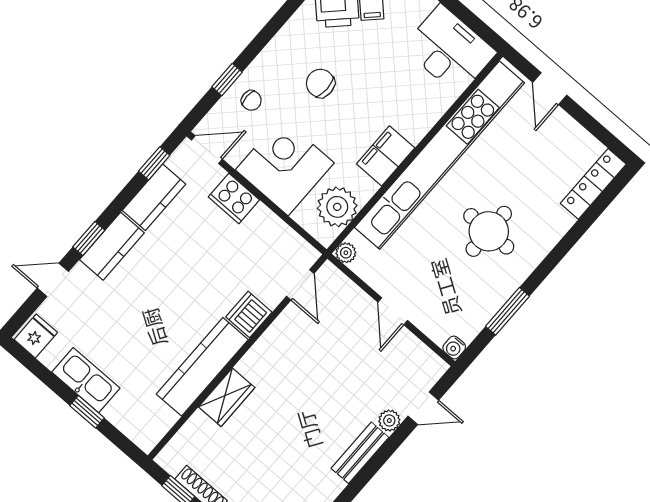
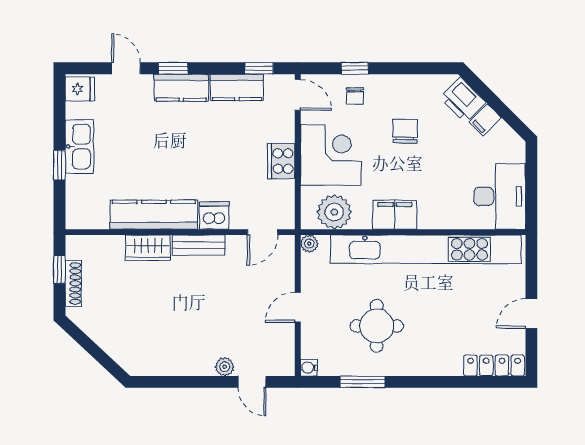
door: (550, 89) -> (531, 314), moved
cooker: (234, 198) -> (281, 161), moved
round table: (489, 231) -> (377, 326), moved
bench: (360, 453) -> (199, 245), moved

